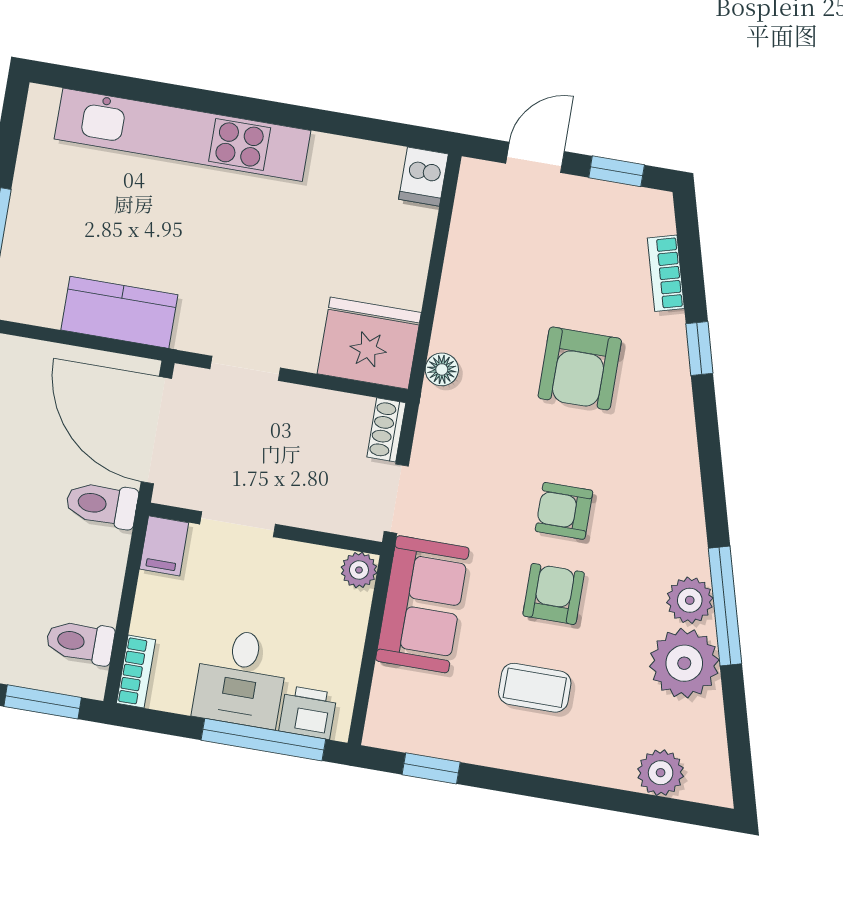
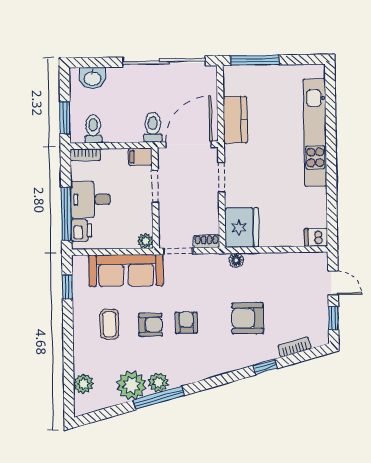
sofa: (422, 604) -> (126, 270), width x1.36

